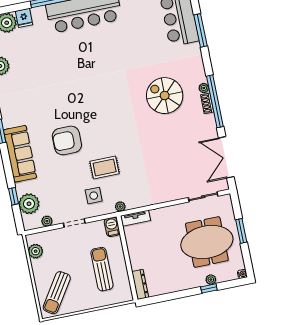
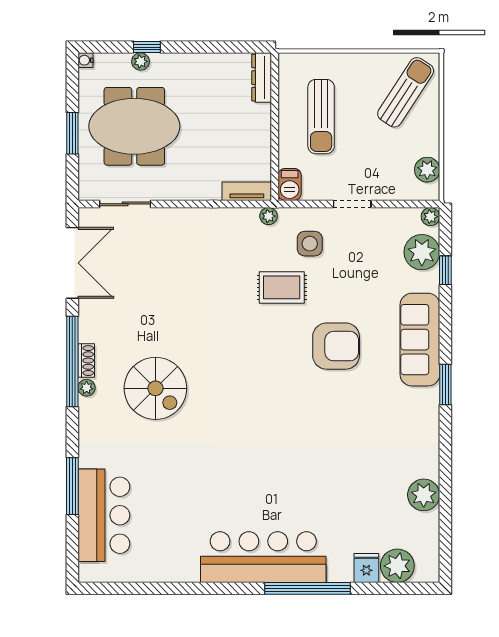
plant: (47, 221) -> (430, 217), moved

